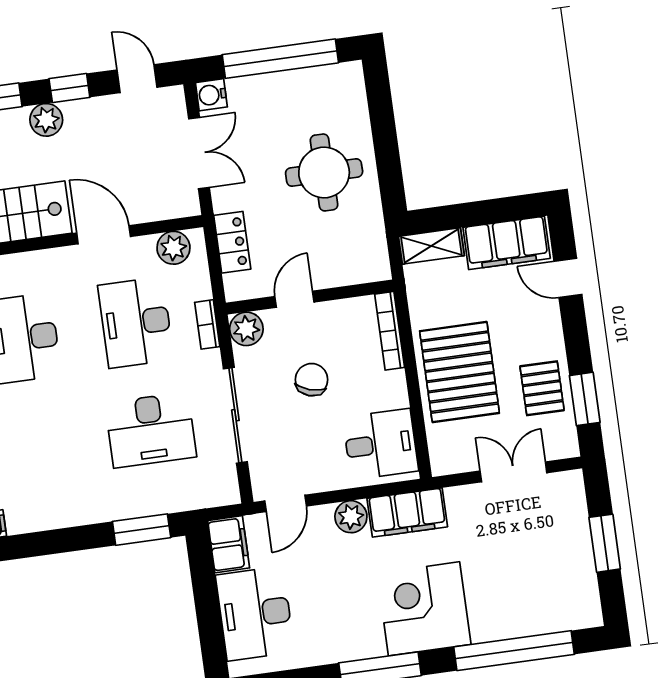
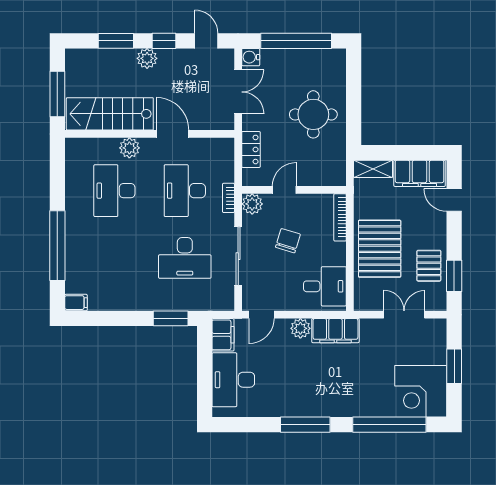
plant: (173, 248) -> (129, 148), moved
corner desk: (424, 609) -> (421, 391), moved, turned -90

